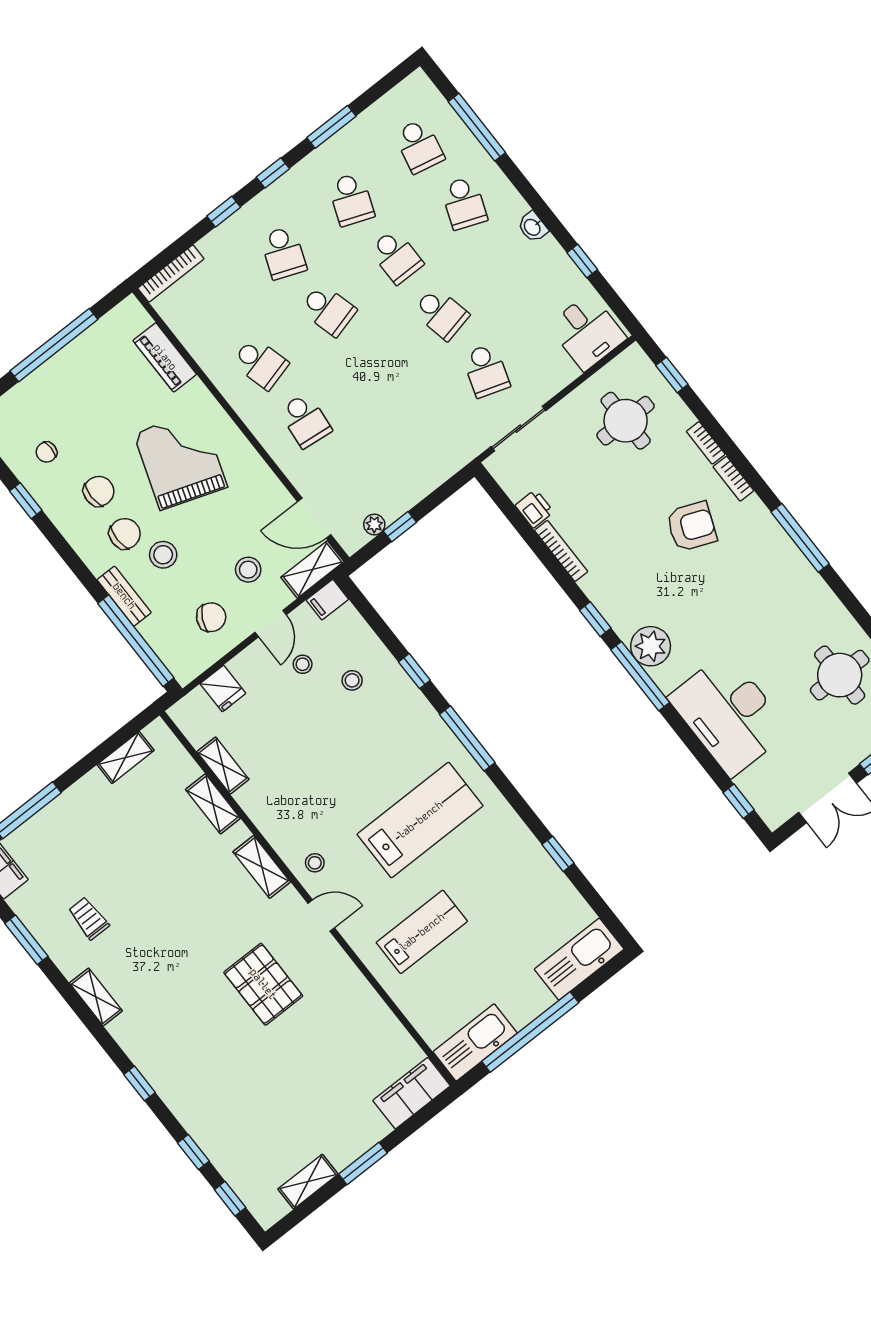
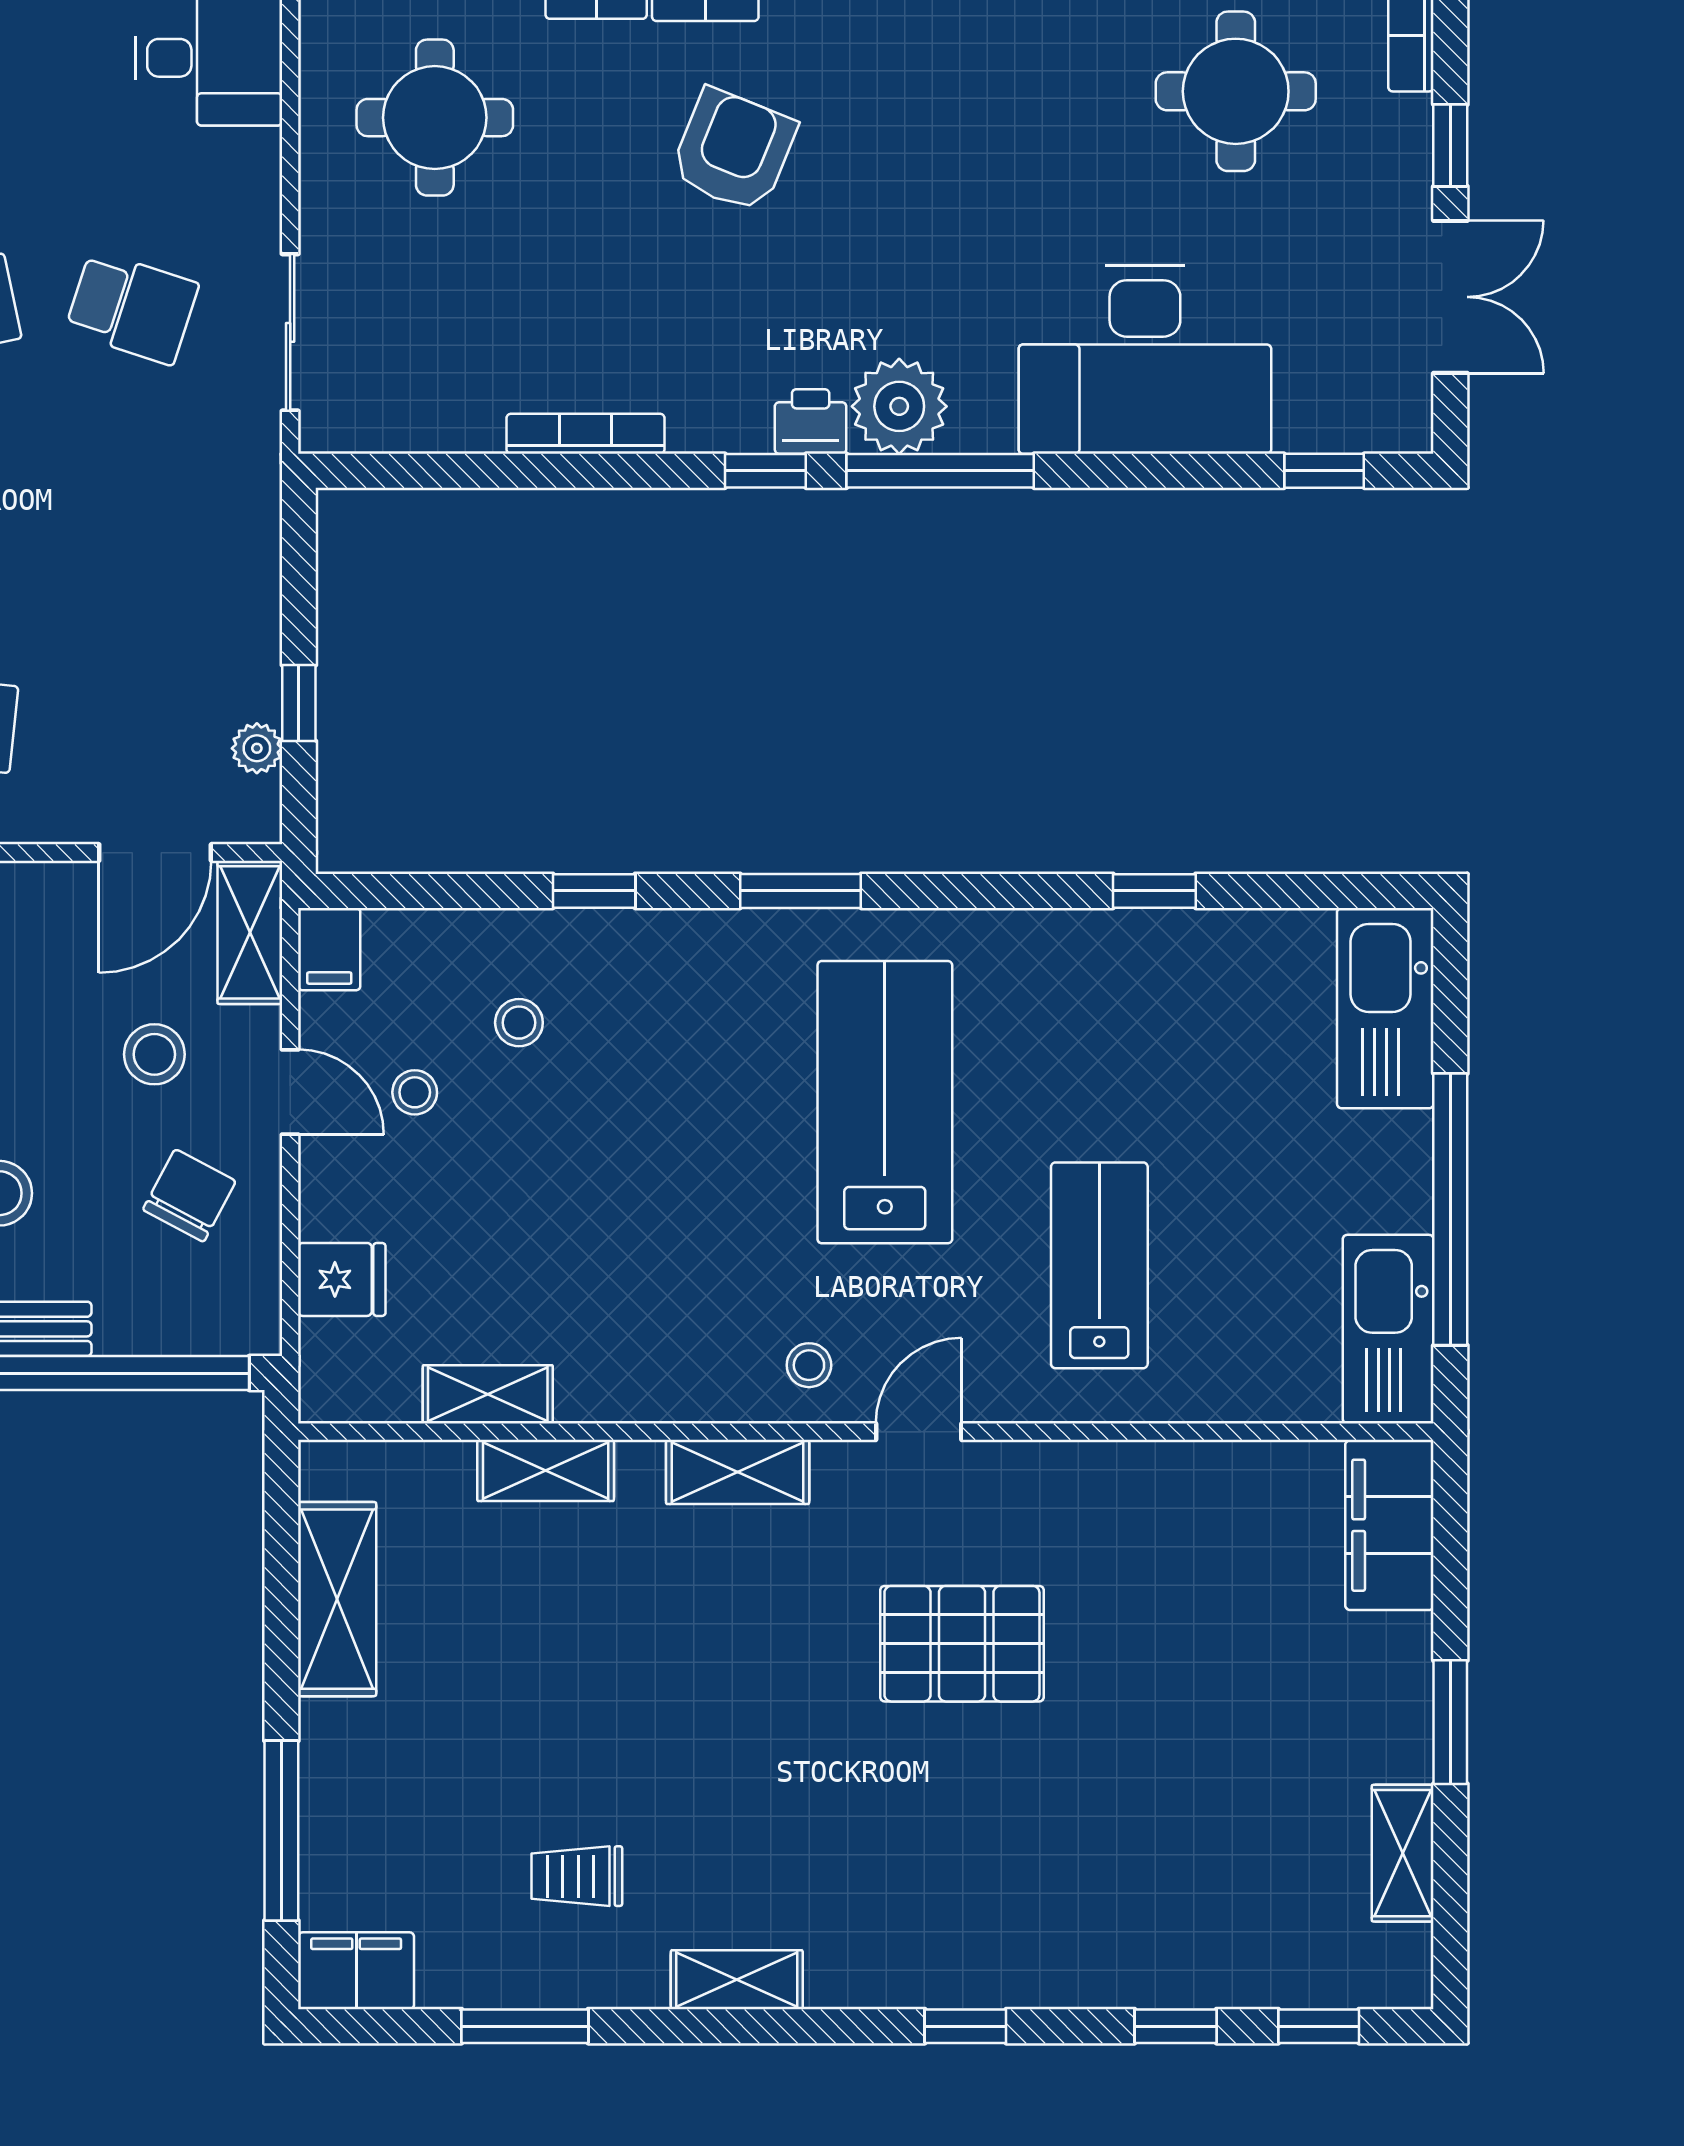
printer: (534, 509) -> (811, 421), moved
window: (467, 738) -> (801, 891), width x0.69
shelving: (126, 757) -> (337, 1599), width x1.50, depth x1.33

